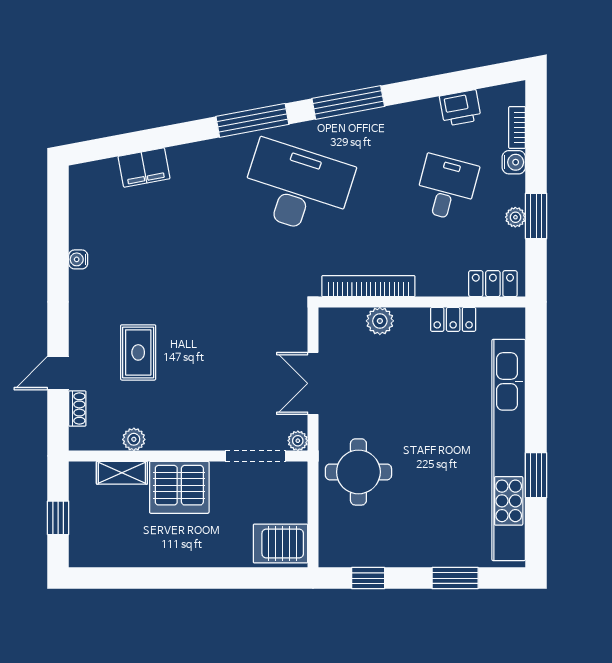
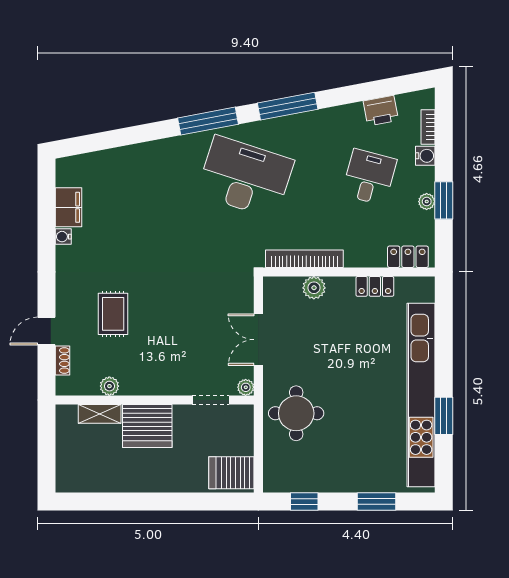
filing cabinet: (144, 168) -> (68, 207), moved, turned -79
doorway: (256, 456) -> (211, 400), width x0.73
window: (58, 518) -> (47, 451), removed

